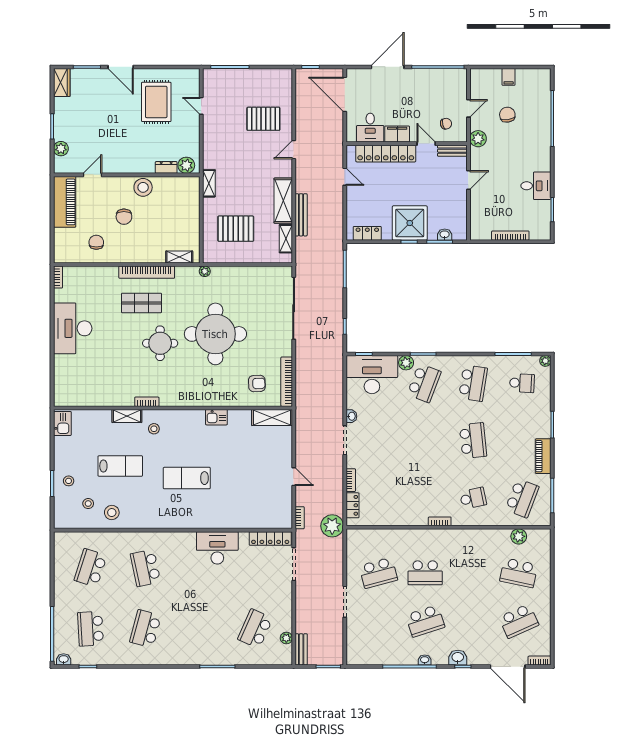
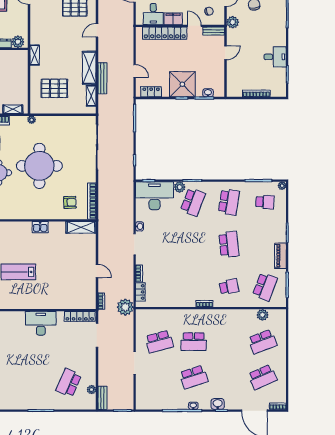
door: (345, 177) -> (135, 71), moved
school desk: (519, 573) -> (263, 342), turned -33

